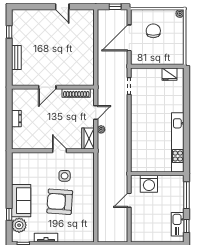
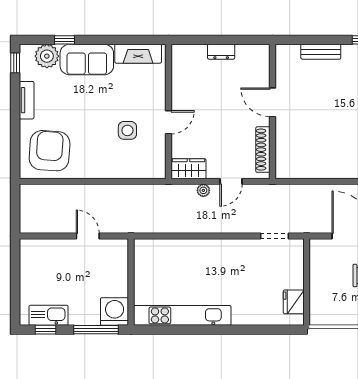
door: (96, 113) -> (231, 181), hinge flipped
fireplace: (18, 169) -> (138, 54), added
washing machine: (149, 184) -> (115, 312), moved, turned 90
armchair: (60, 202) -> (50, 151), moved

